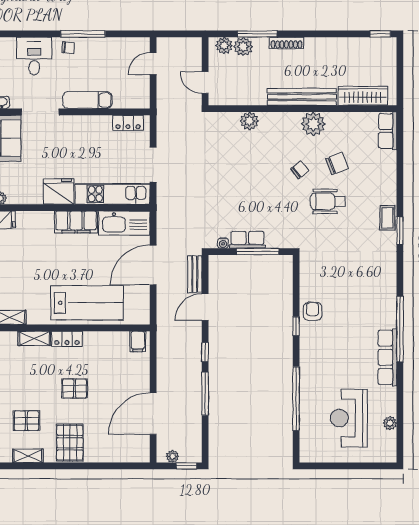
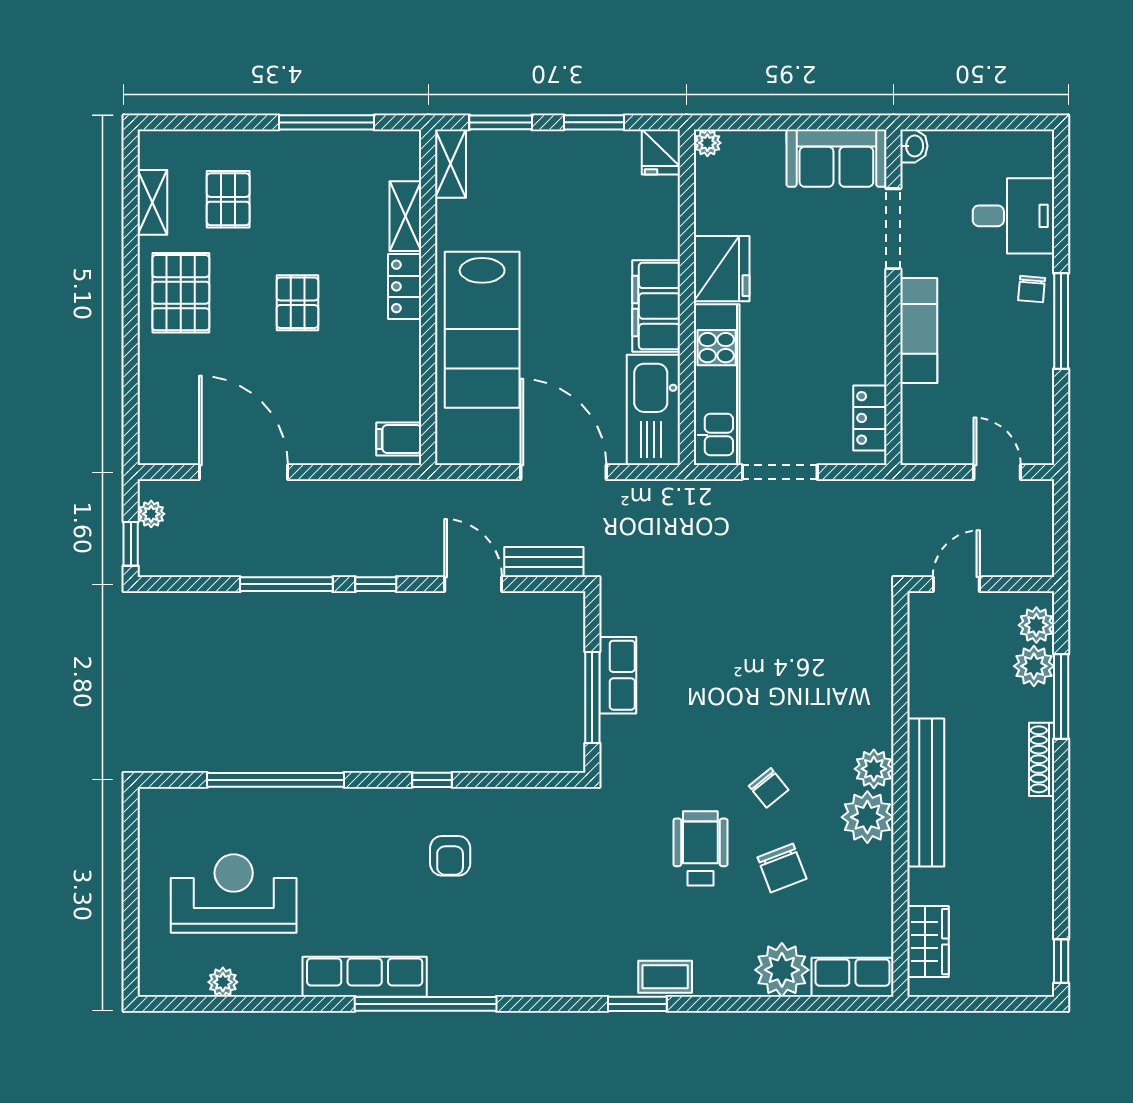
wardrobe: (363, 96) -> (928, 942), width x0.67
plant: (249, 121) -> (874, 769), moved
plant: (384, 164) -> (782, 970), added
water cooler: (223, 243) -> (611, 623), removed
armchair: (313, 311) -> (450, 856), moved, turned 90
pallet: (70, 443) -> (181, 293), turned 90

